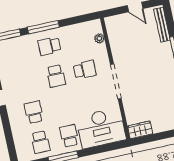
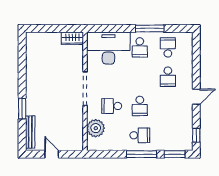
plant: (99, 38) -> (96, 128), width x1.87, depth x1.87
school desk: (56, 76) -> (140, 106), turned 180

